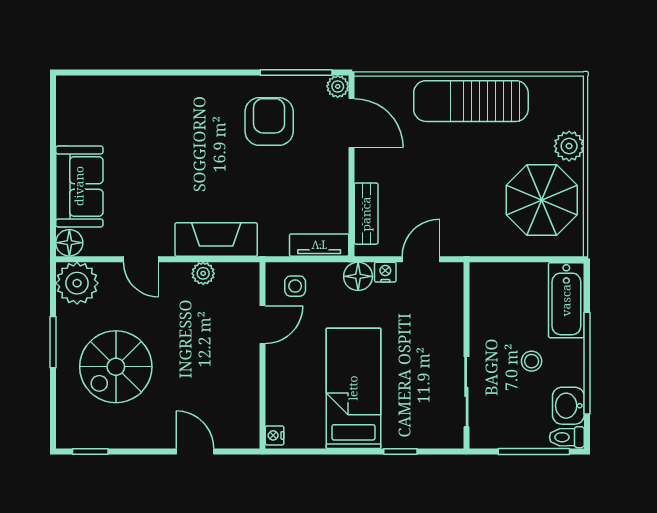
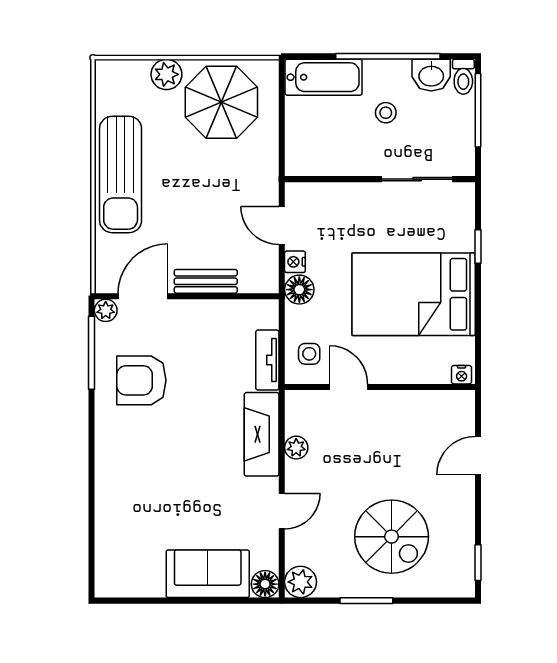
bench: (366, 214) -> (206, 281), moved
tv unit: (319, 245) -> (267, 360), moved
plant: (77, 283) -> (301, 582), width x0.73, depth x0.73
bed: (353, 388) -> (414, 294), width x1.50

